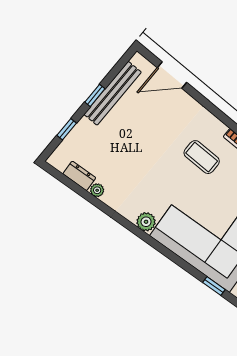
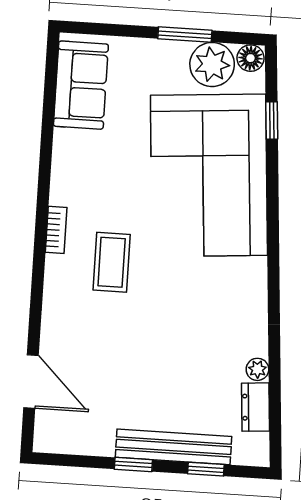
bench: (113, 93) -> (174, 447), moved
plant: (146, 222) -> (252, 274), removed

